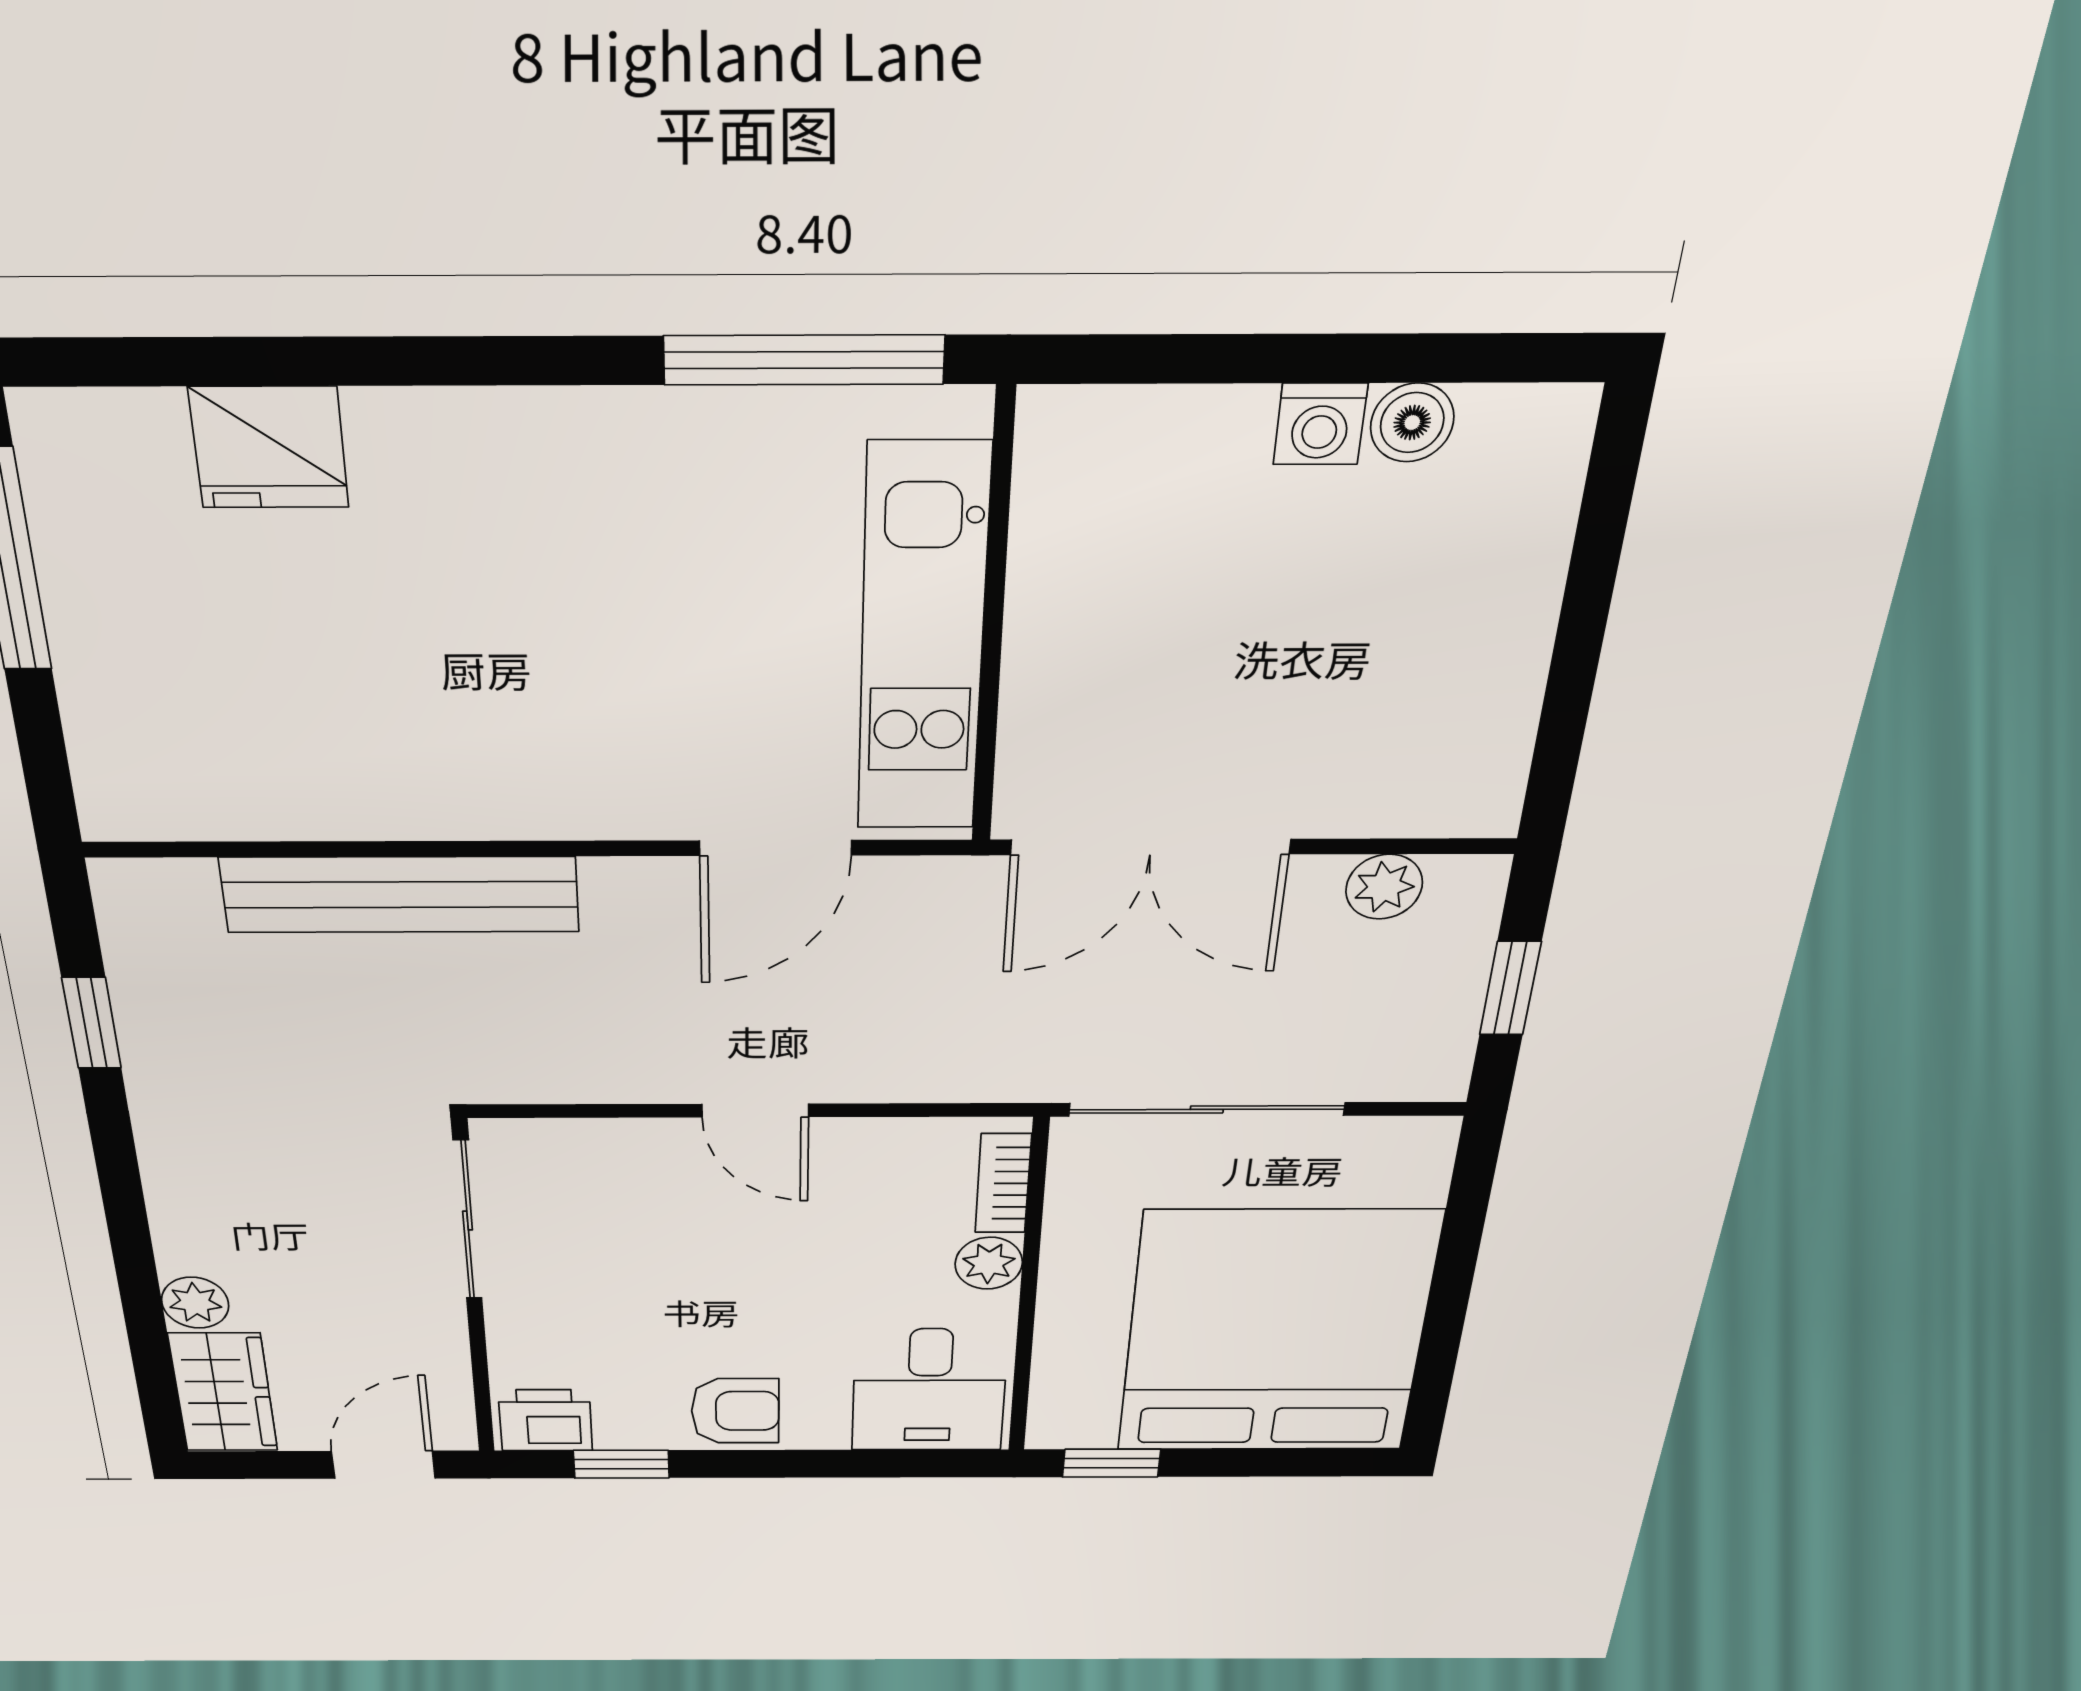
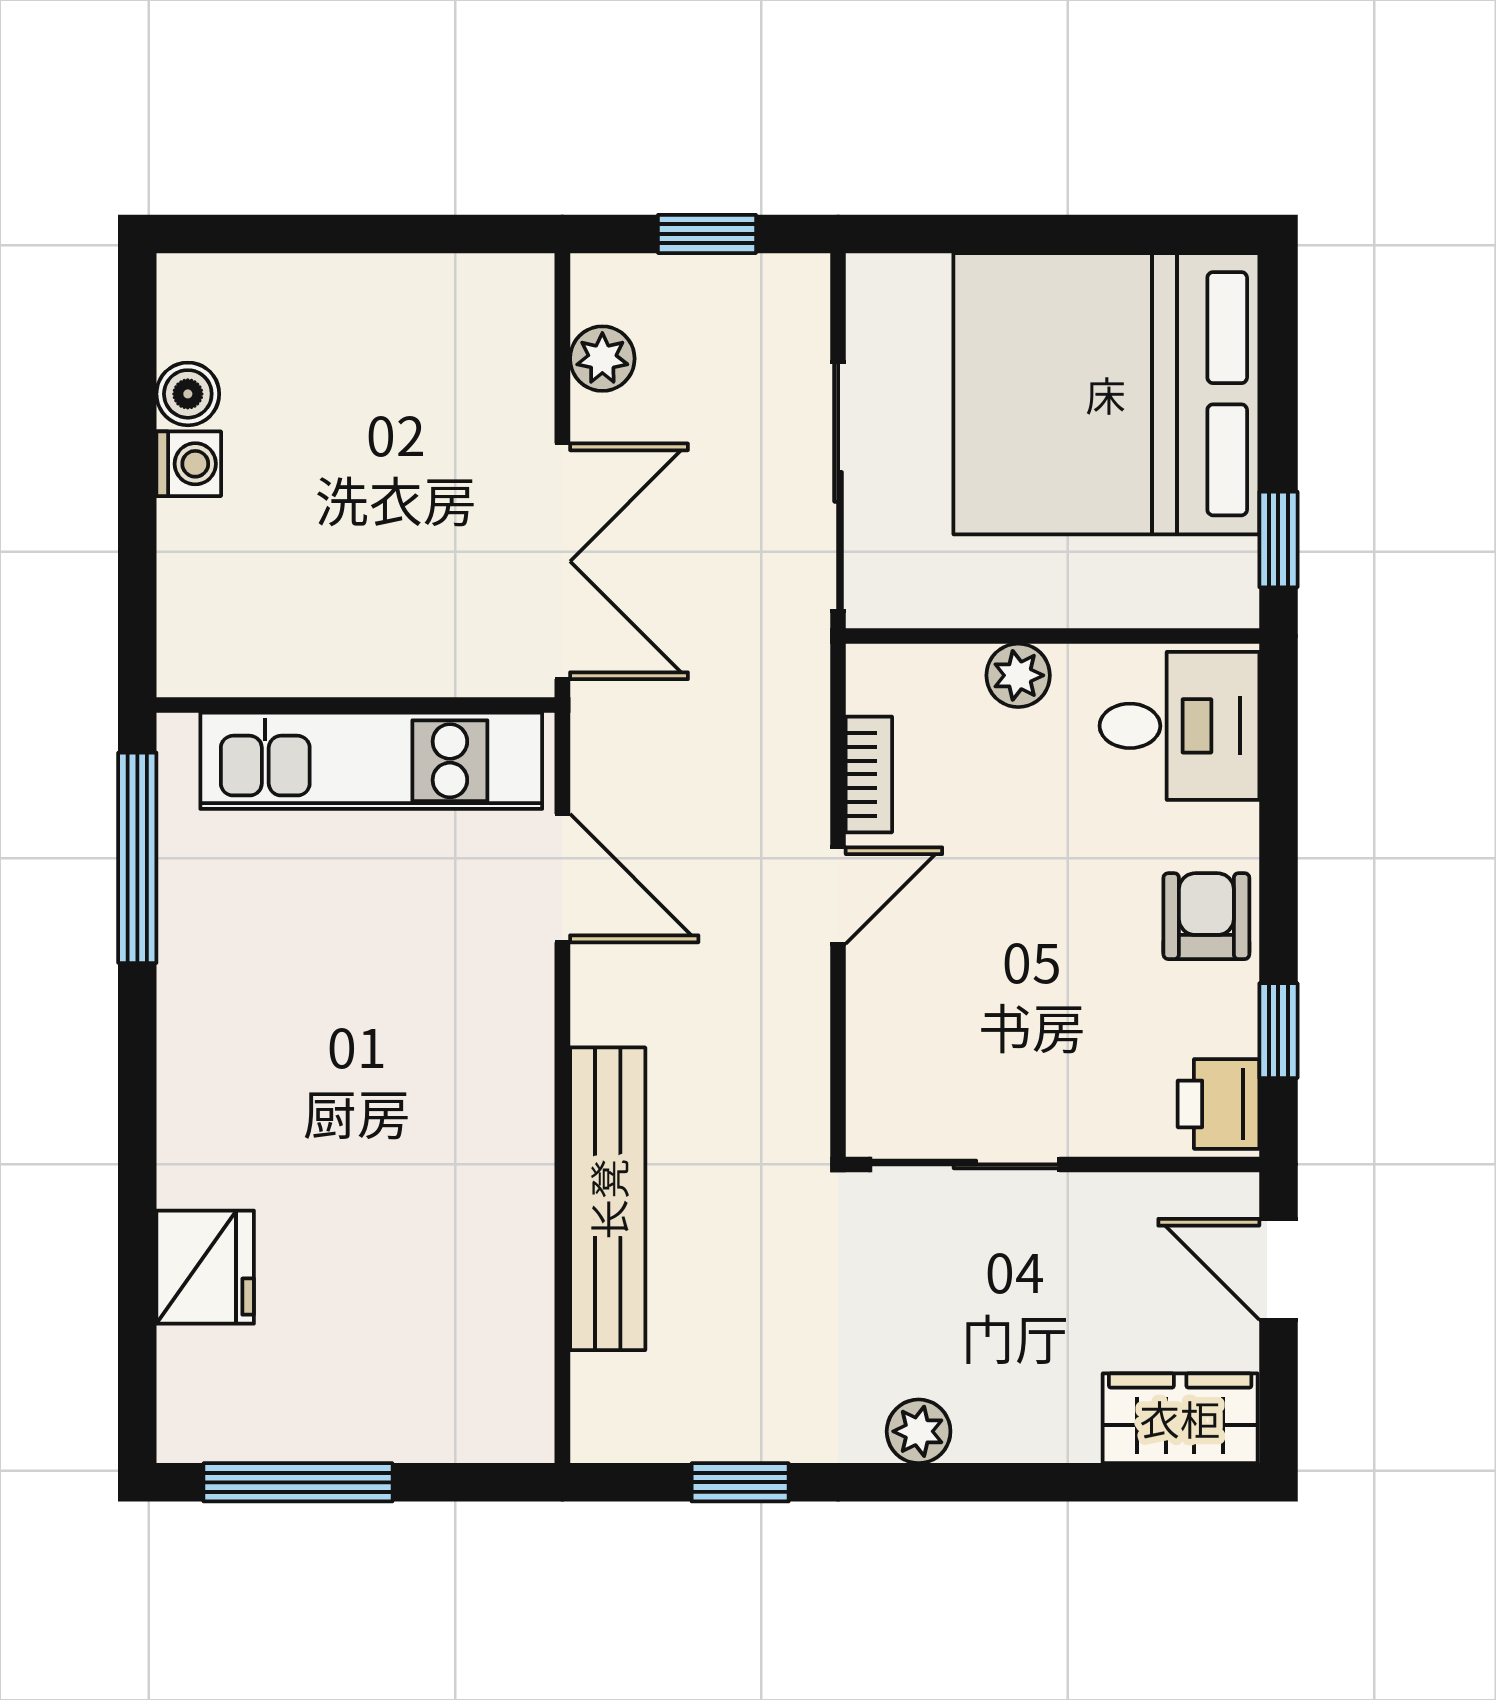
bookcase: (1003, 1183) -> (869, 774), moved, turned -90
plant: (195, 1303) -> (919, 1431), moved

